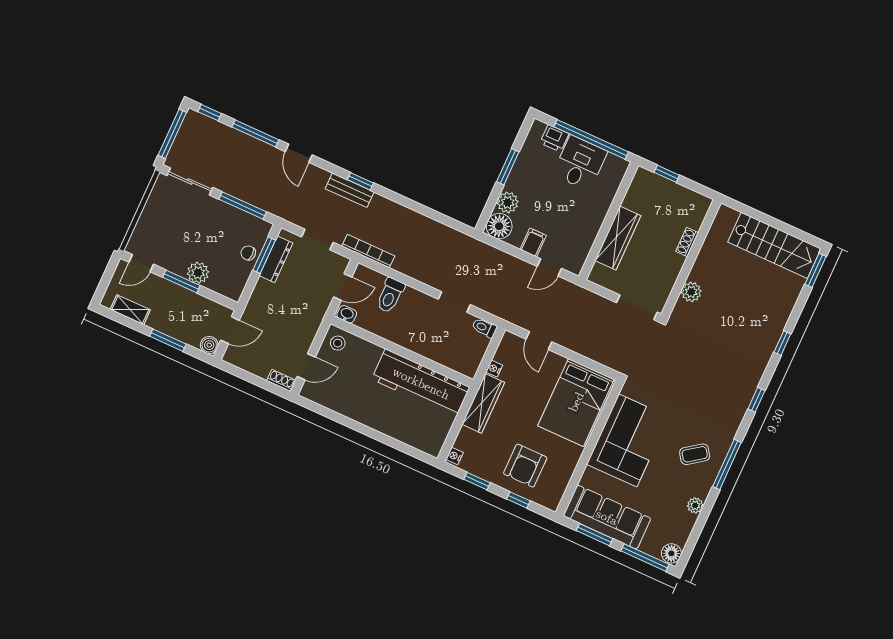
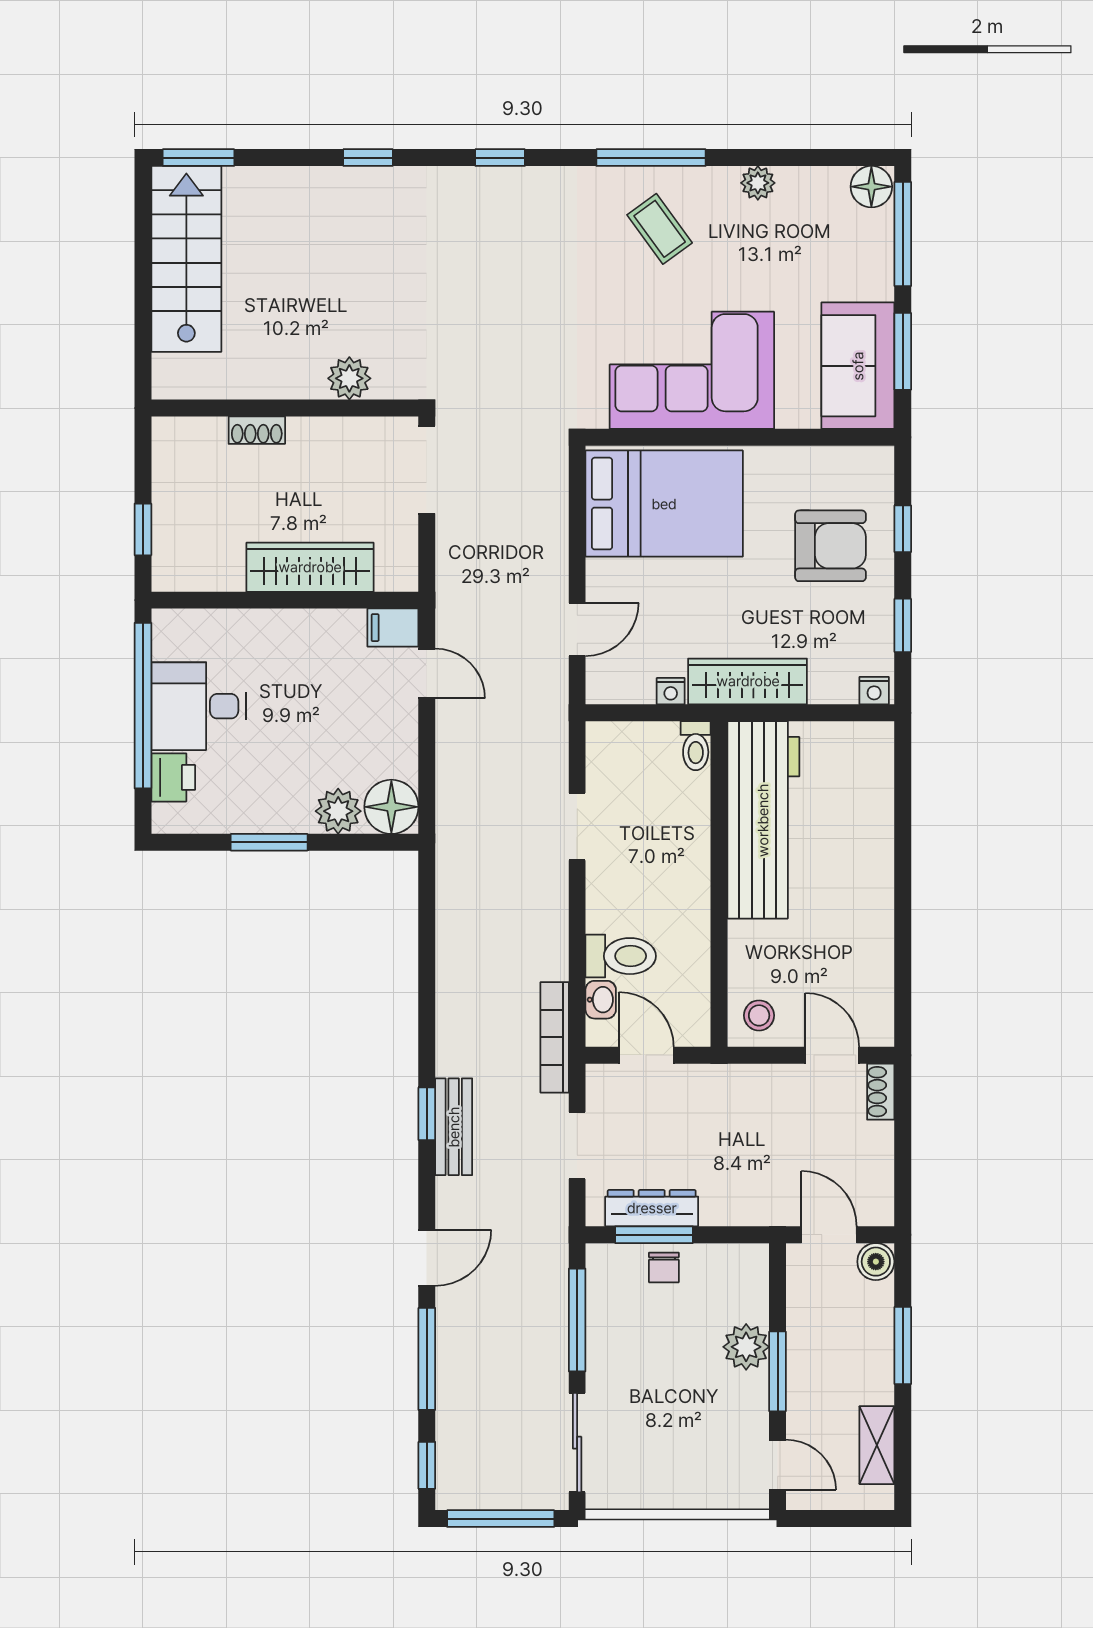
filing cabinet: (533, 242) -> (393, 628), moved
washbasin: (347, 314) -> (601, 1000), moved, turned 180
toilet: (484, 328) -> (696, 746), moved
sofa: (607, 517) -> (858, 366), width x0.73

